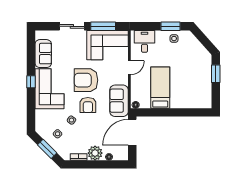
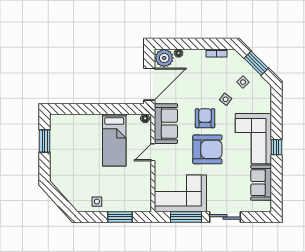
window: (170, 26) -> (120, 217), moved
desk: (144, 41) -> (134, 198), removed
door: (129, 68) -> (153, 152), moved
window: (216, 74) -> (45, 141), moved
plant: (95, 153) -> (164, 58), moved

